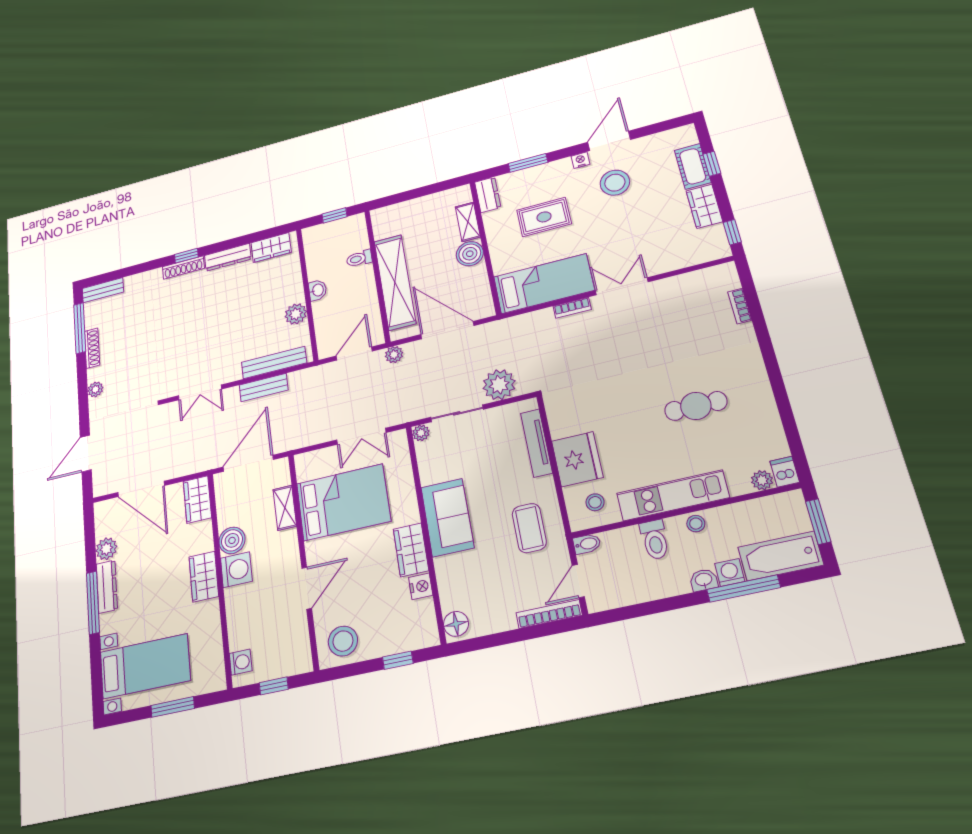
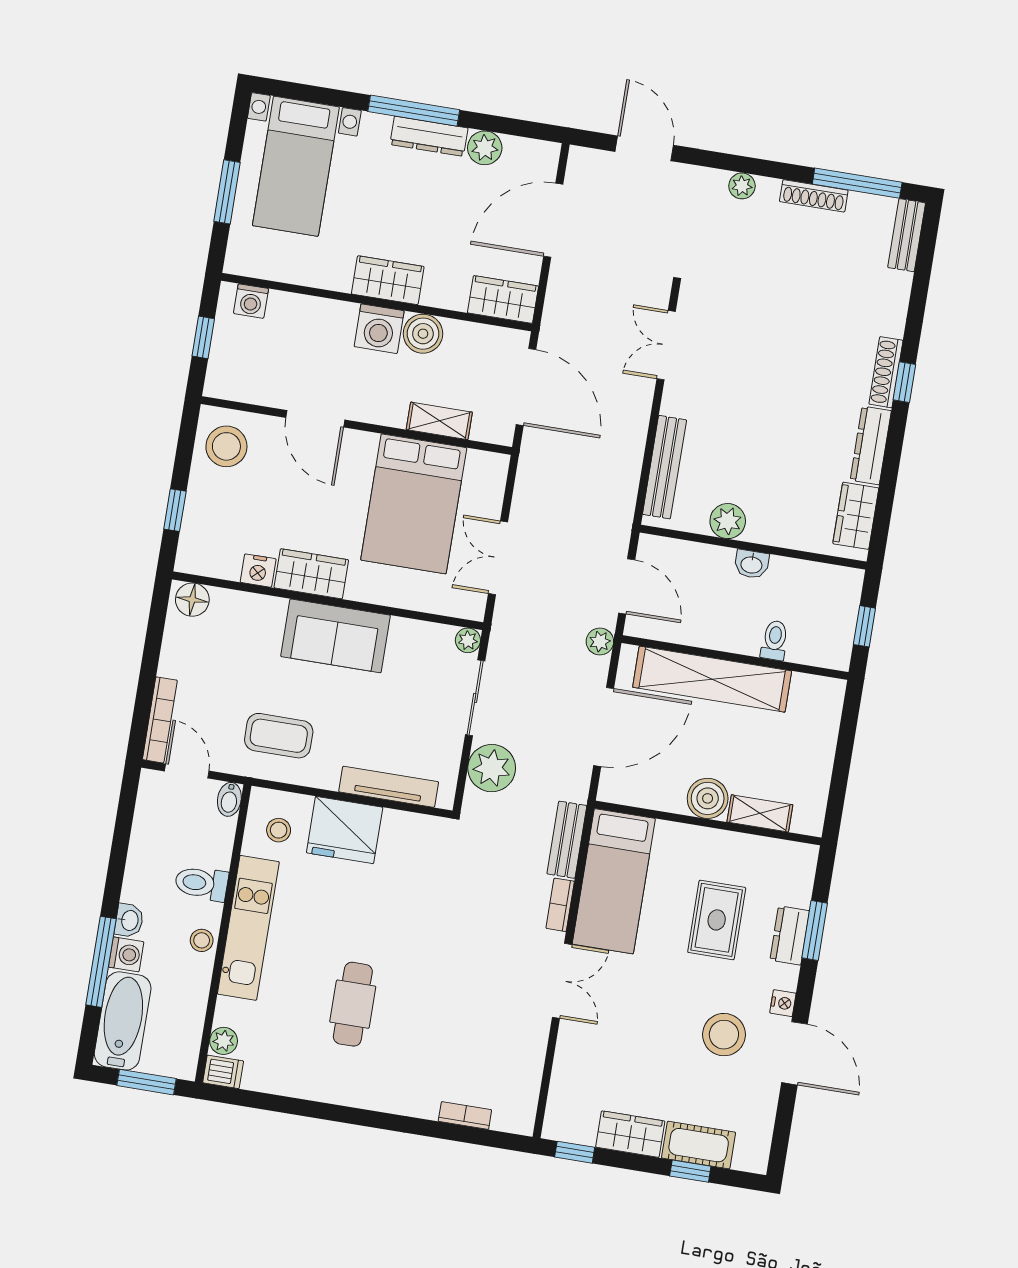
dresser: (488, 195) -> (790, 935), moved, turned 90
bench: (264, 387) -> (567, 840), moved

